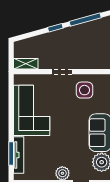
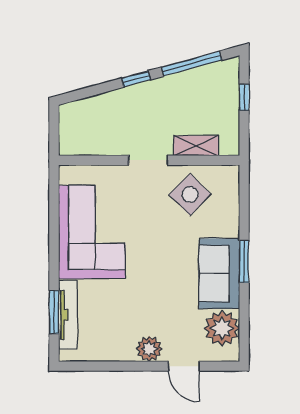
shelving: (26, 64) -> (196, 146), moved
side table: (84, 90) -> (190, 195), turned 45

